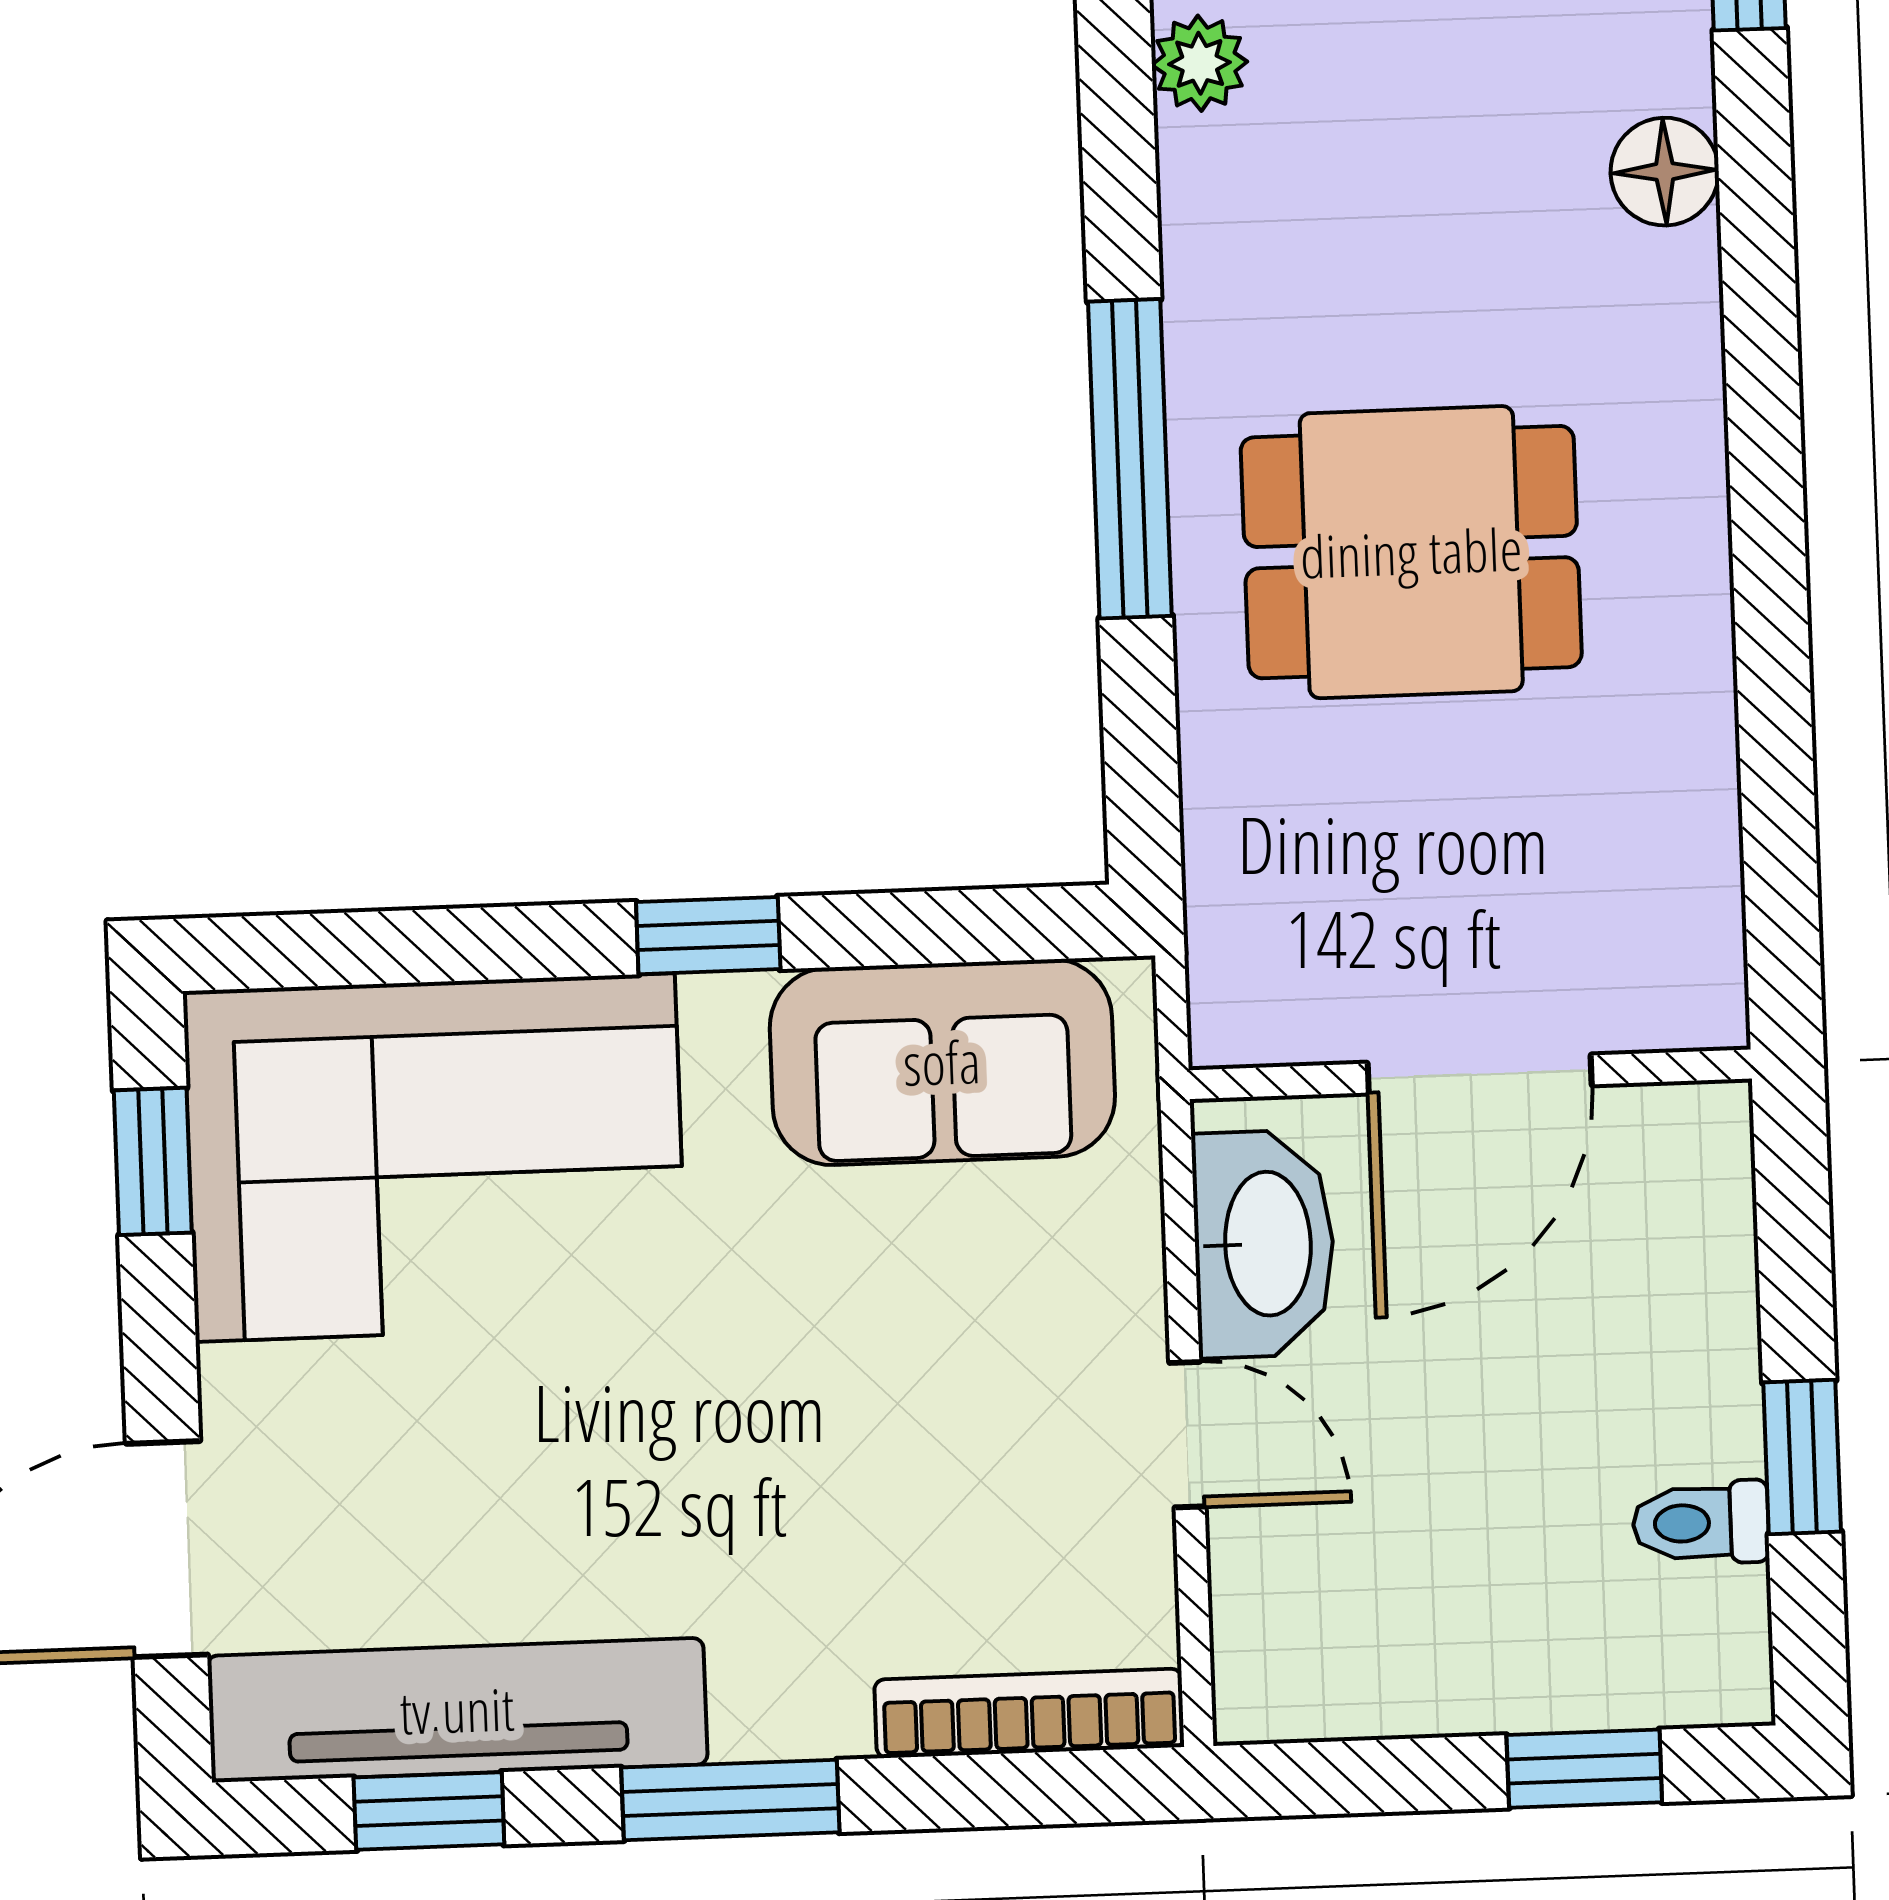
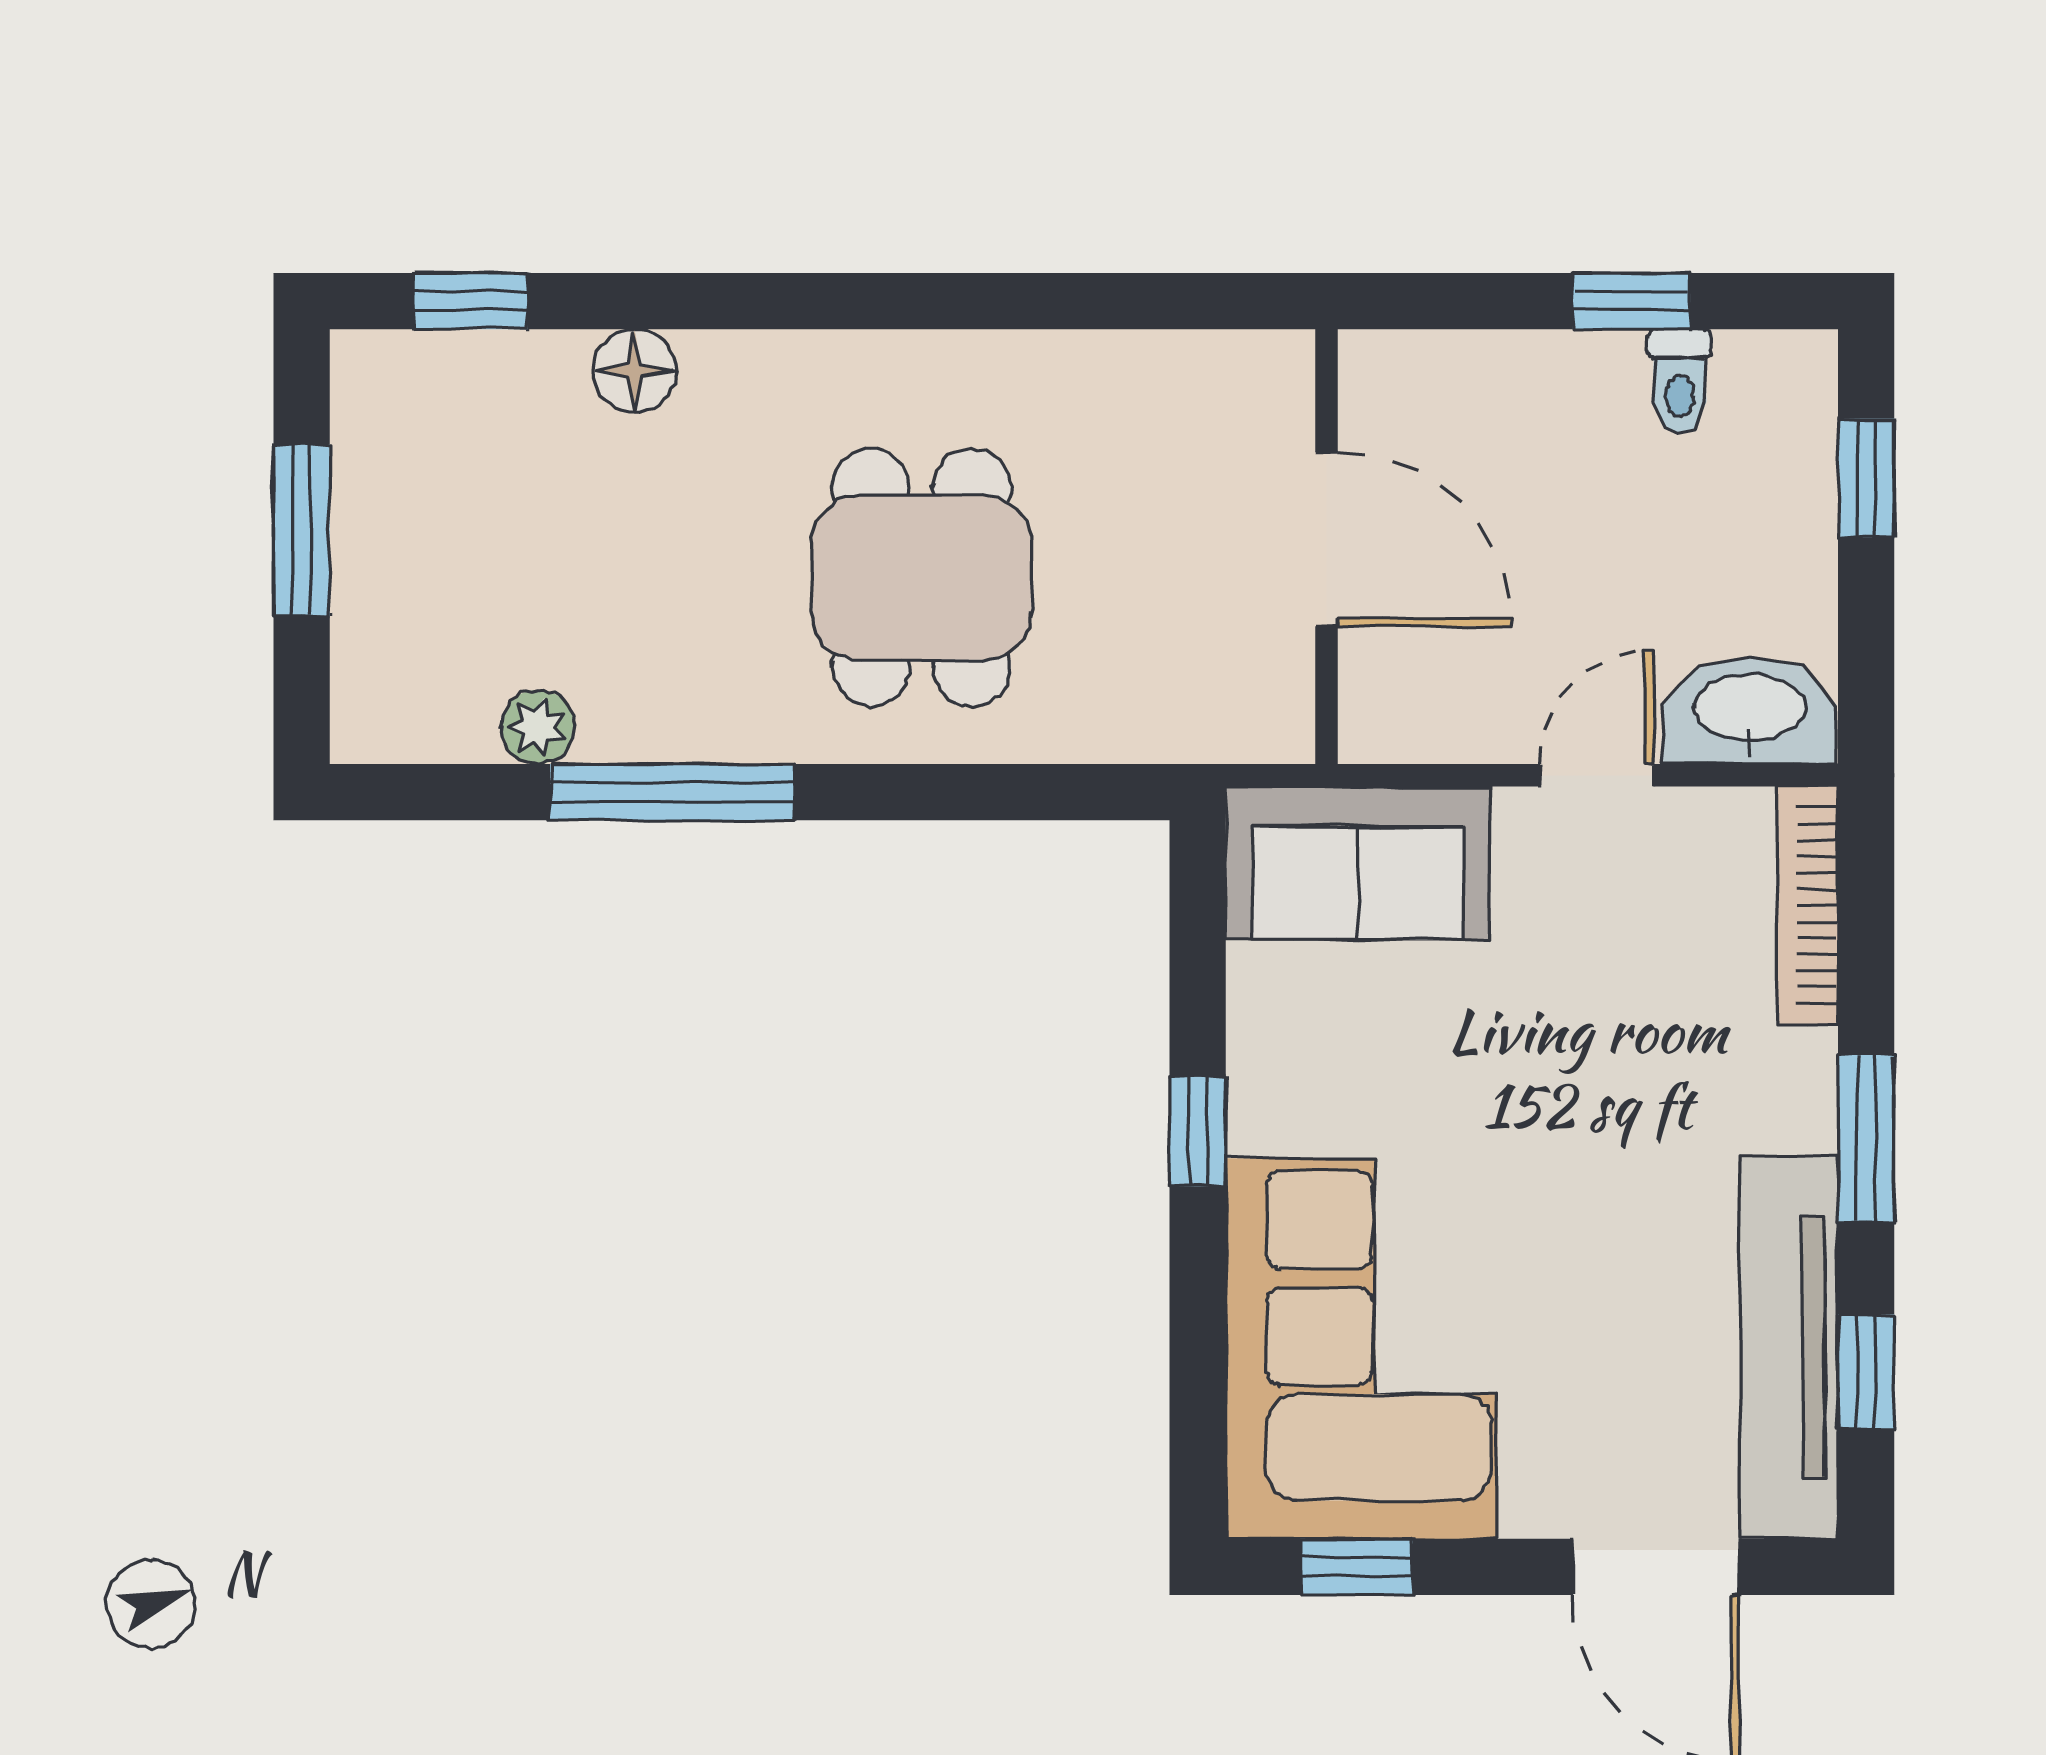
window: (1130, 459) -> (672, 792), moved
sofa: (942, 1062) -> (1358, 863), moved, turned 90
washbasin: (1264, 1244) -> (1750, 711), moved

